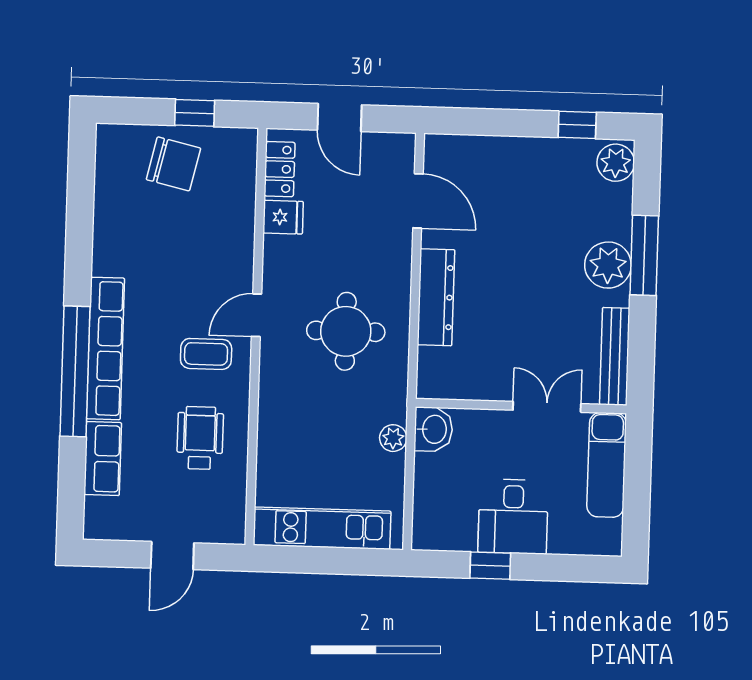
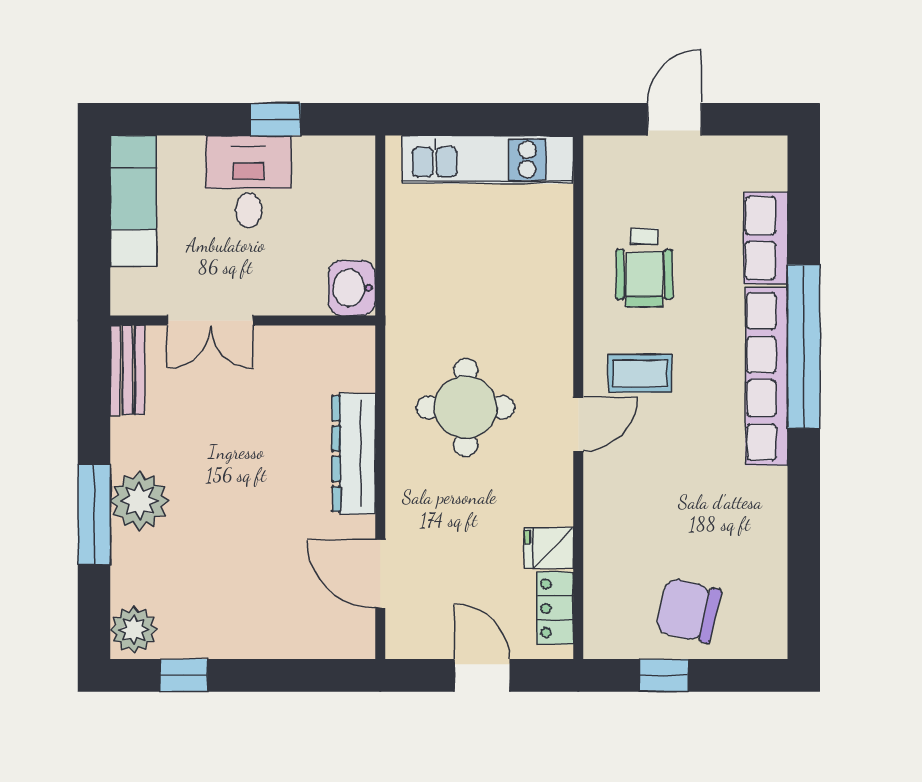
bench: (615, 356) -> (127, 370), width x0.73
plant: (393, 438) -> (402, 275), removed
exam couch: (607, 465) -> (133, 201), moved

